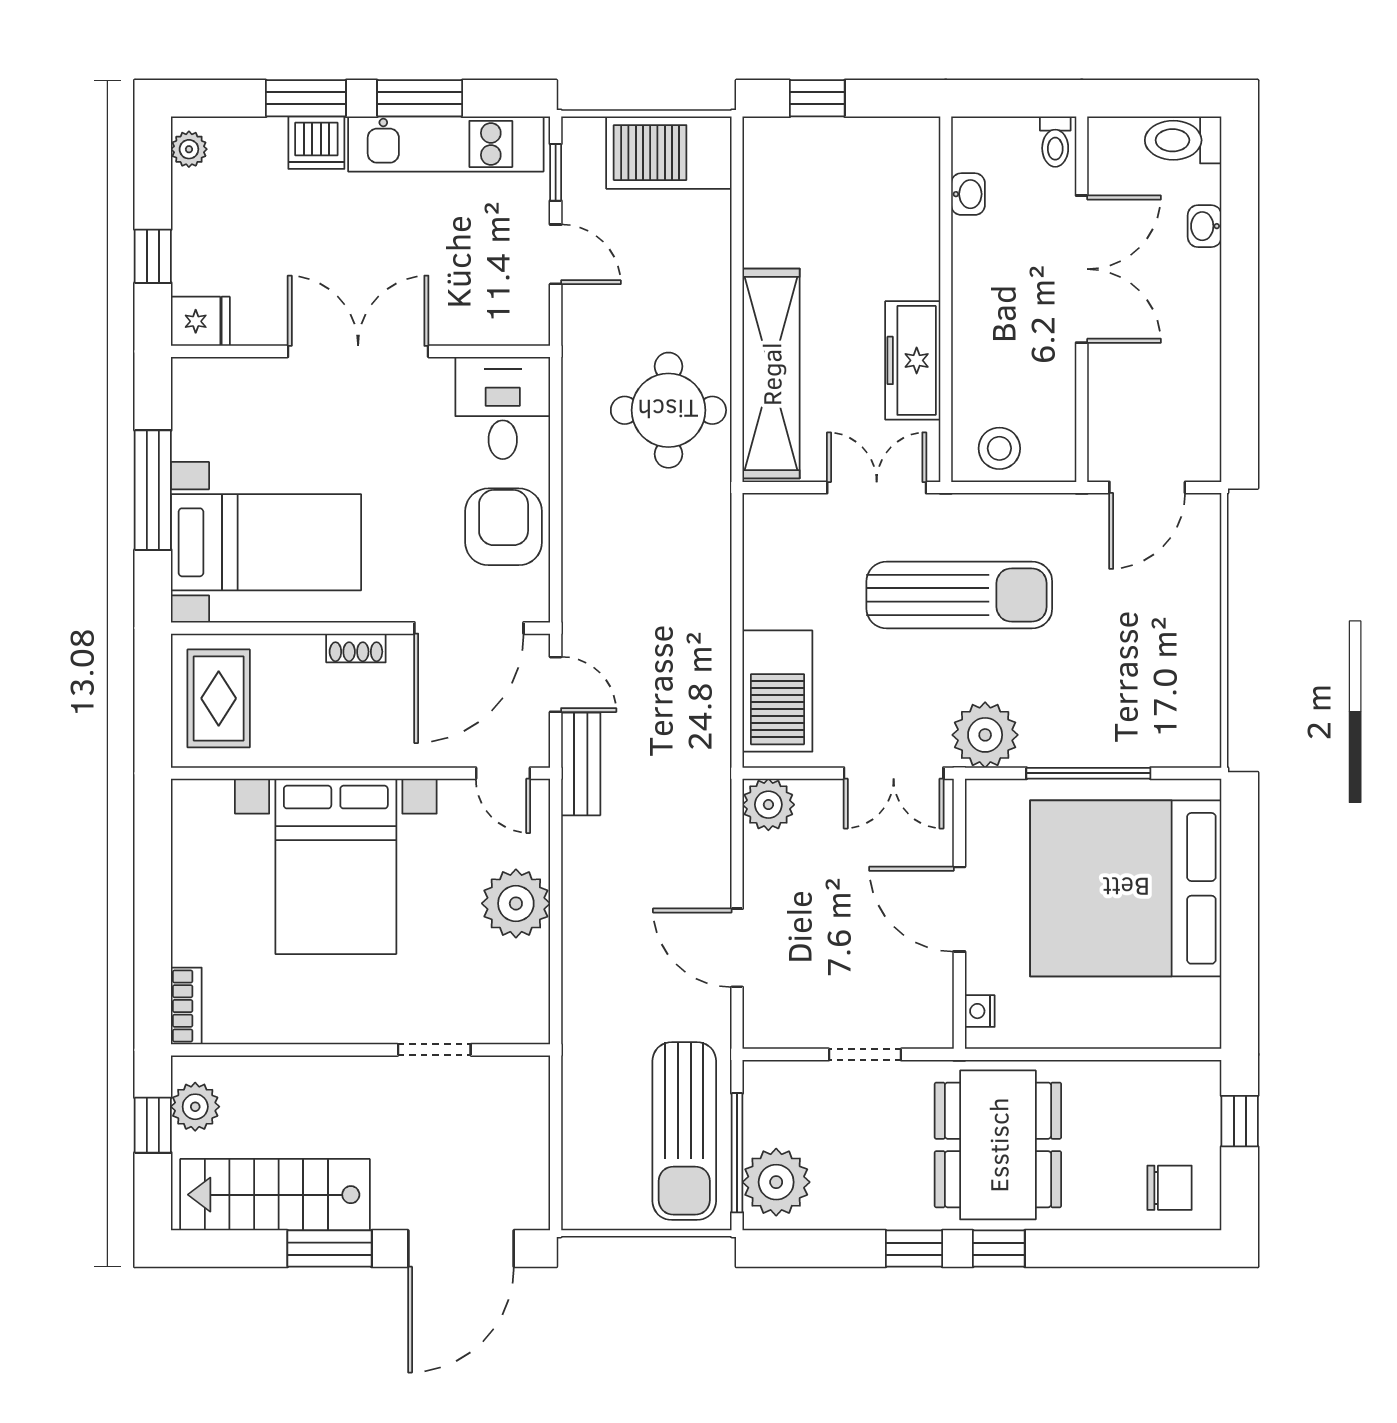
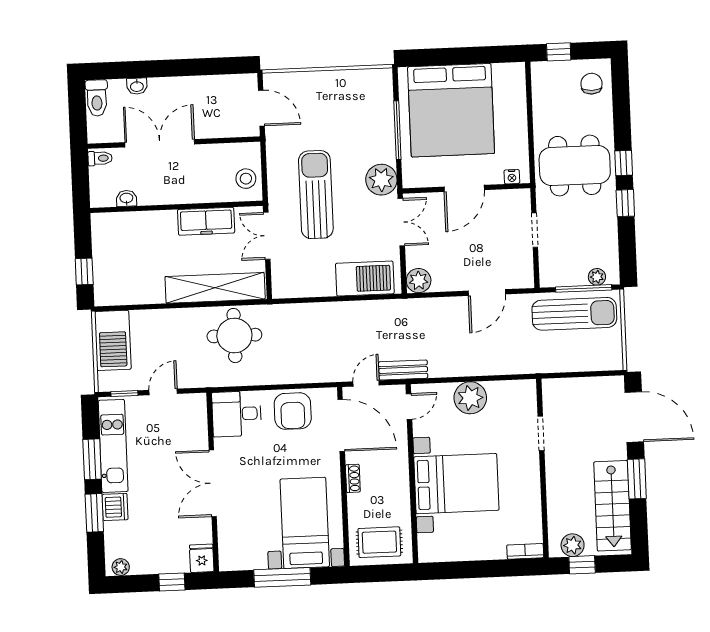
armchair: (504, 527) -> (293, 411), turned -90
plant: (776, 1182) -> (597, 277), width x0.53, depth x0.53

